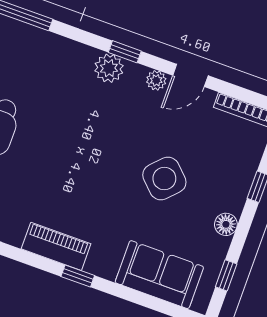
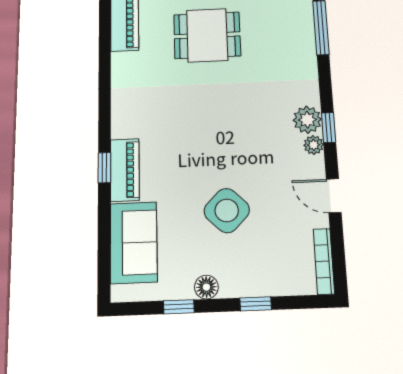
plant: (156, 80) -> (314, 145), moved
piano: (56, 246) -> (125, 170), moved
window: (226, 275) -> (179, 307), moved

